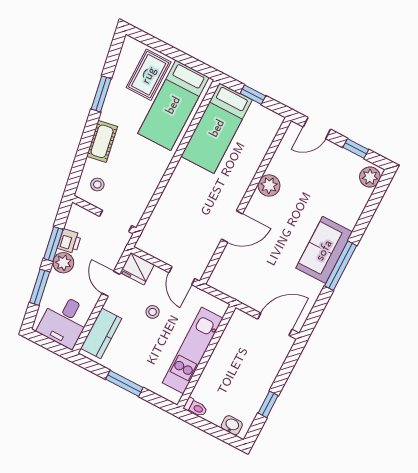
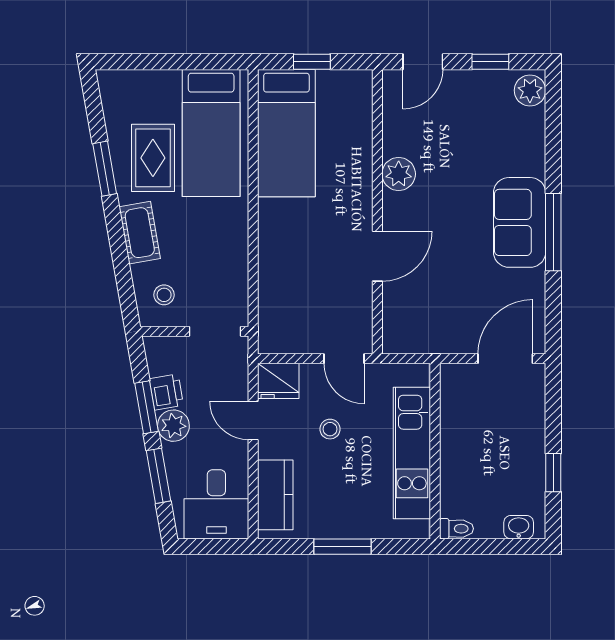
rug: (149, 75) -> (153, 158), moved

